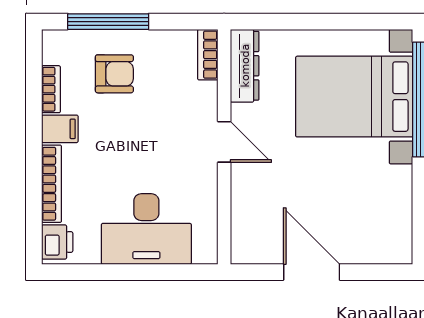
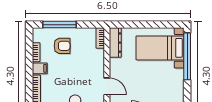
bed with nightstands: (354, 97) -> (160, 48), width x0.73
door: (224, 142) -> (107, 86), moved

